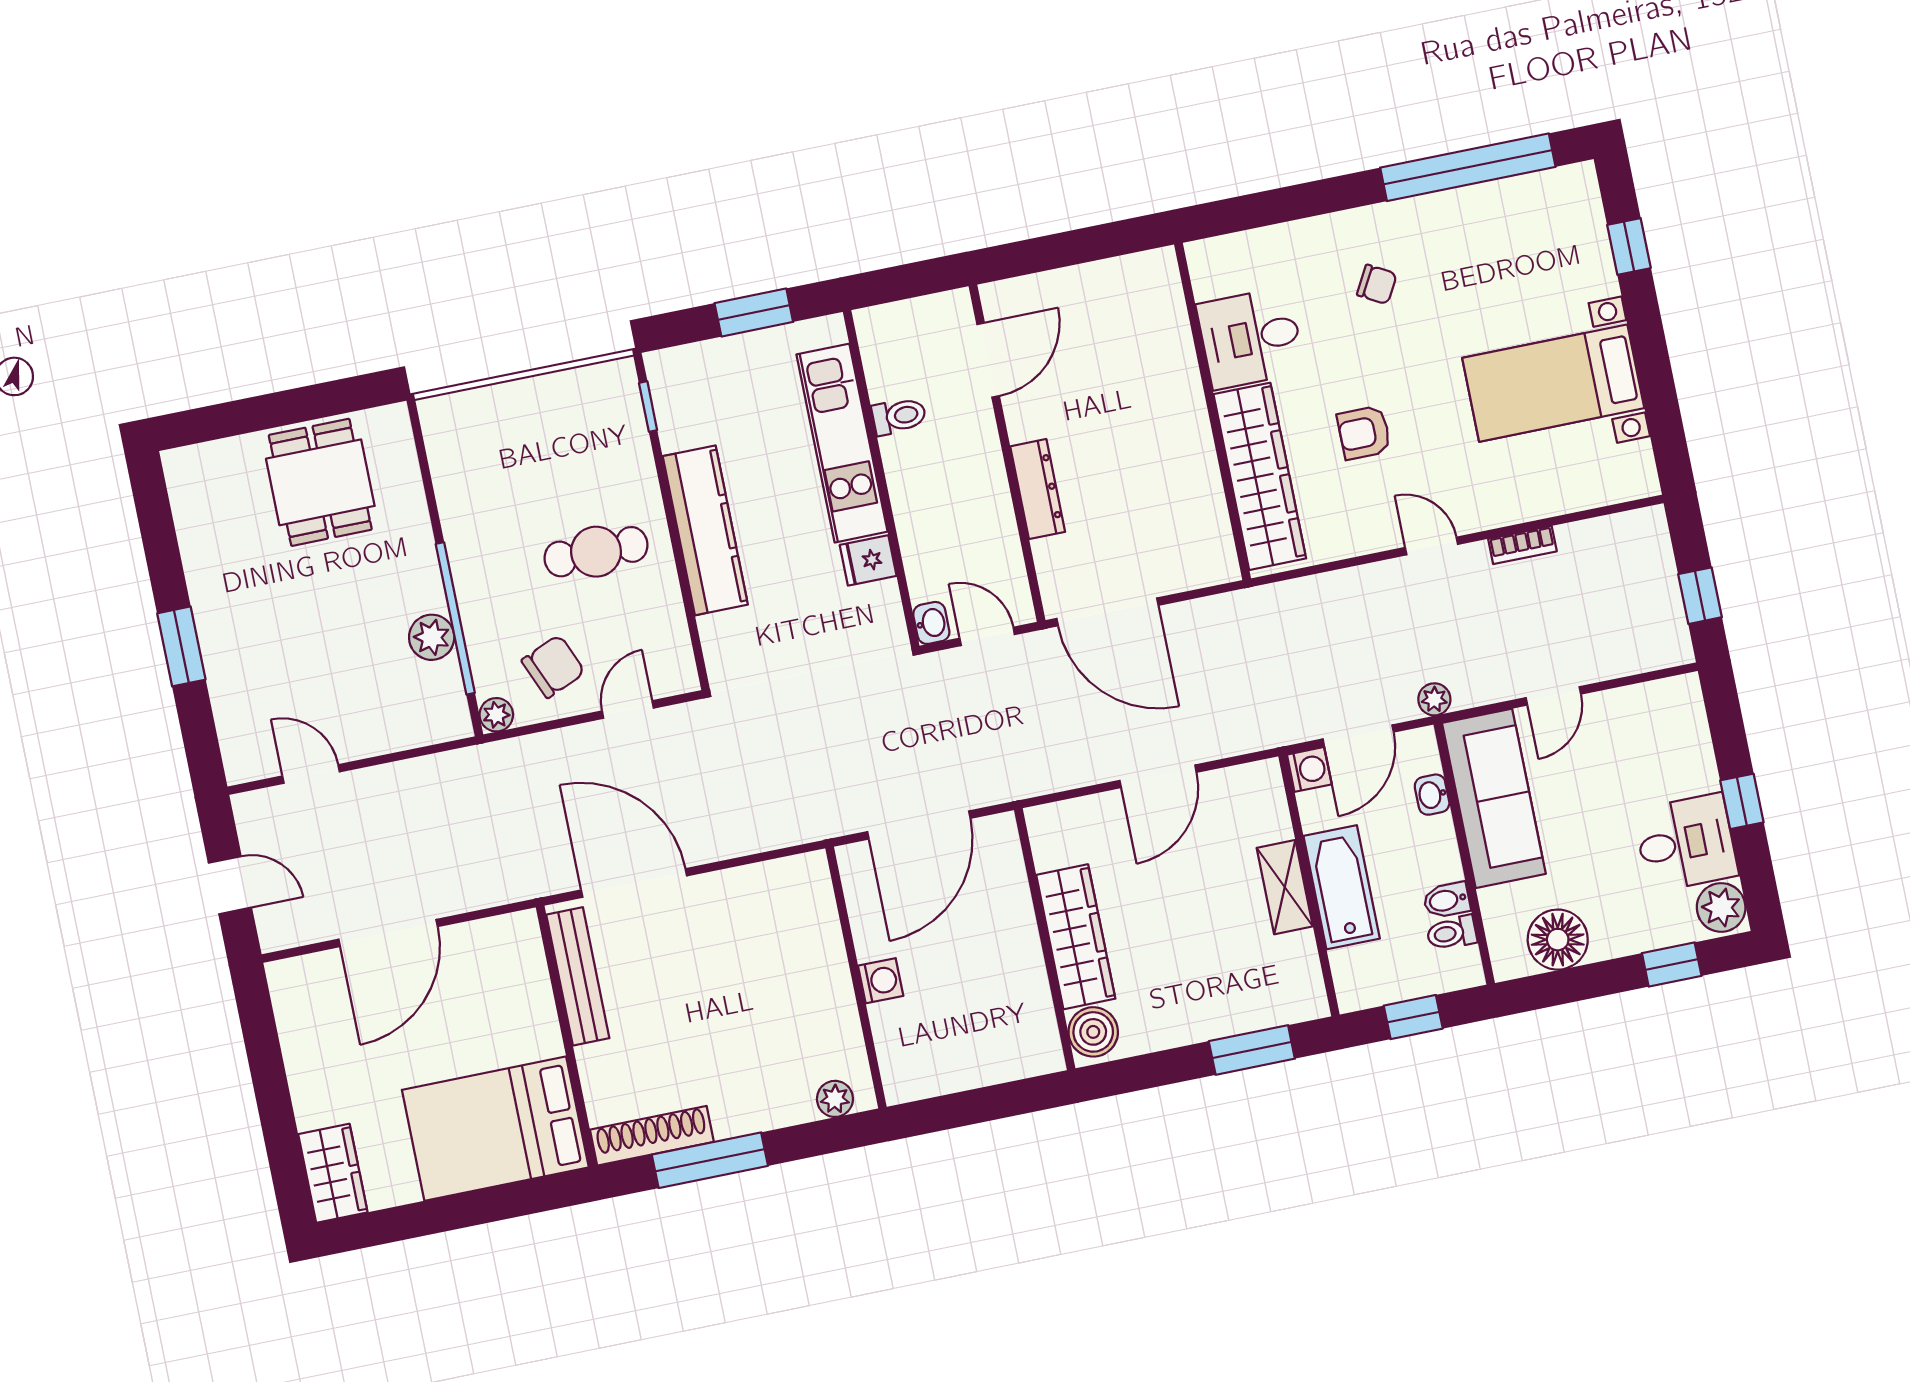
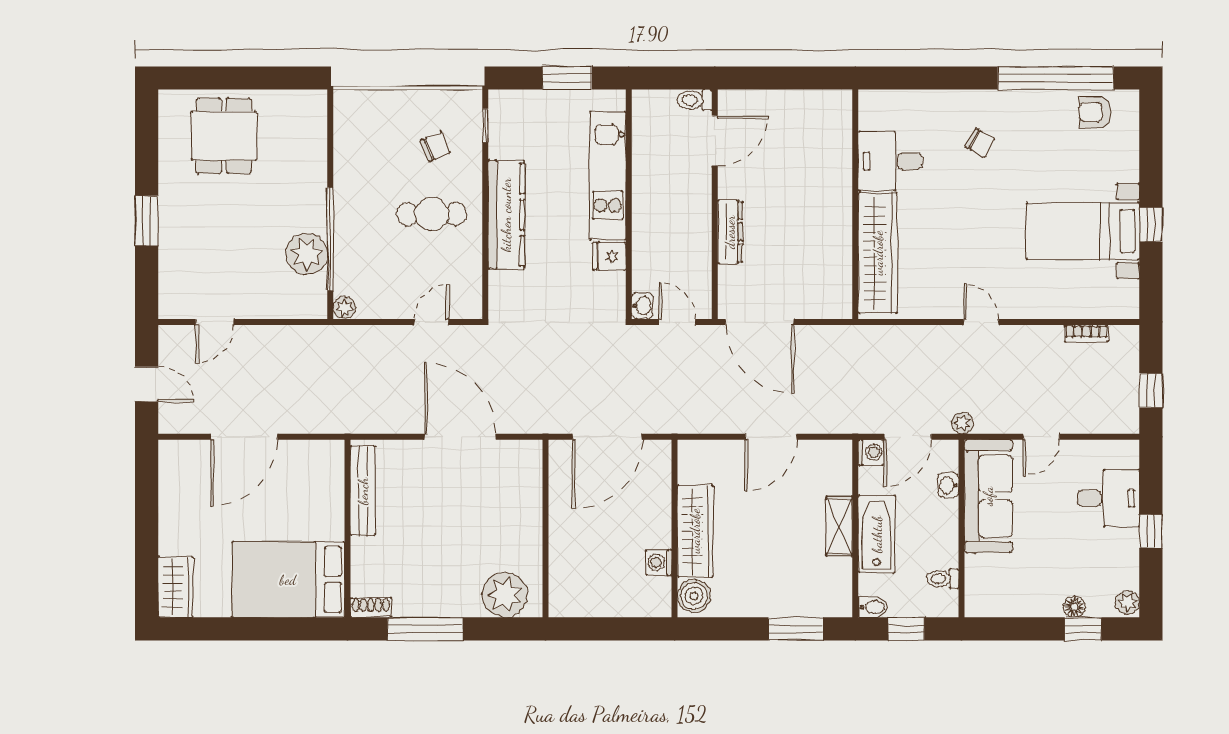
window: (1629, 246) -> (1151, 225), moved
toilet: (899, 416) -> (695, 100), moved, turned 180
armchair: (1364, 433) -> (1095, 112), moved
dining table: (320, 482) -> (224, 136), moved
bookcase: (1522, 545) -> (1086, 333), moved
plant: (432, 637) -> (307, 254), width x1.36, depth x1.36
chair: (553, 666) -> (435, 147), moved, width x0.73, depth x0.73
door: (311, 774) -> (215, 322), swing flipped
desk: (1686, 843) -> (1109, 498), moved
door: (634, 883) -> (460, 437), moved
bidet: (1447, 900) -> (873, 607), moved, turned 180
plant: (1721, 907) -> (1128, 603), width x0.73, depth x0.73
floor lamp: (1558, 940) -> (1074, 607), moved, width x0.53, depth x0.53
washing machine: (881, 981) -> (659, 563), moved, turned 180
plant: (835, 1099) -> (505, 595), width x1.88, depth x1.88
shoe rack: (652, 1136) -> (371, 607), width x0.51, depth x0.81

